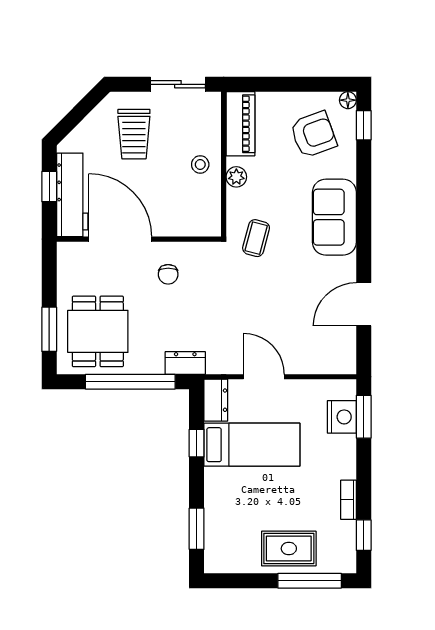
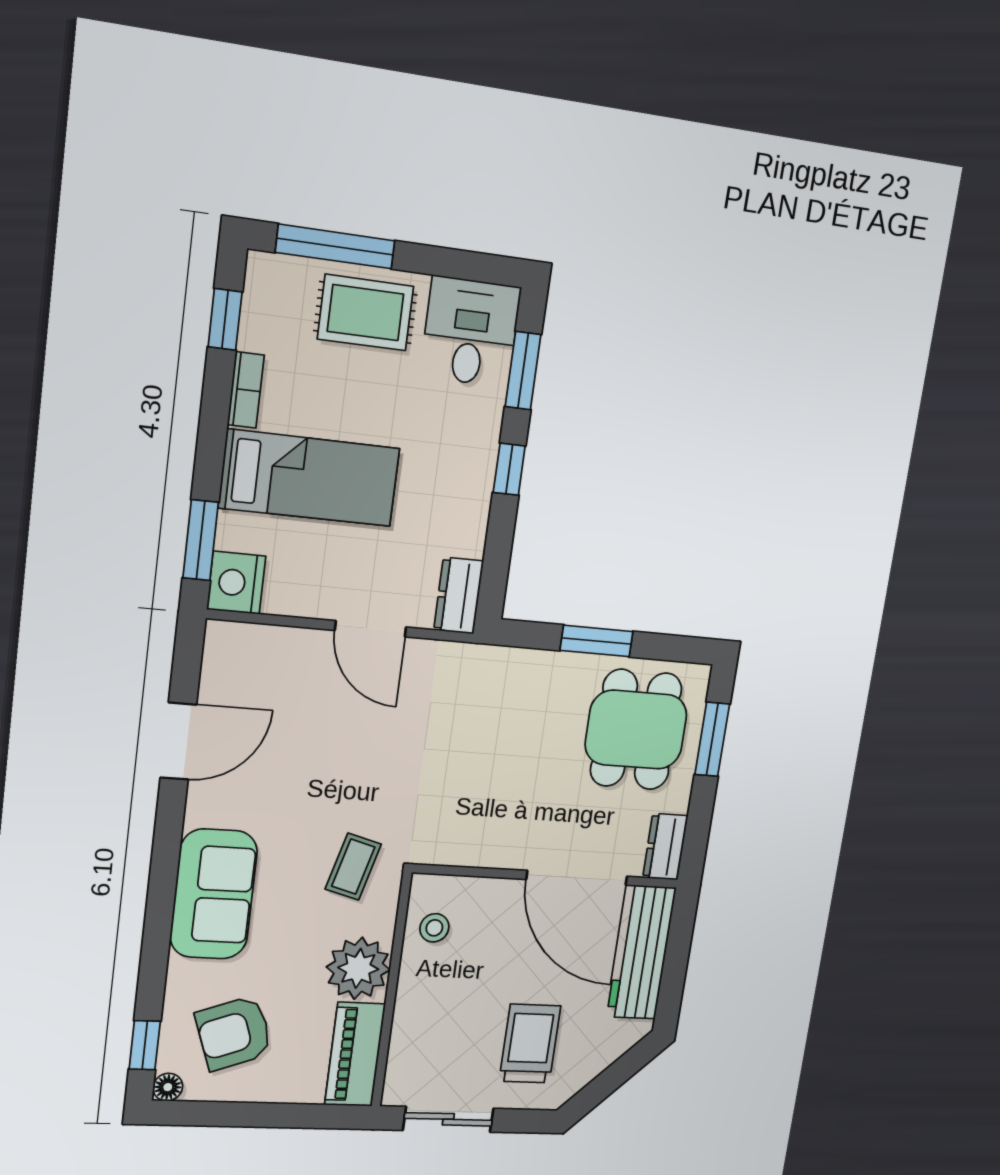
stool: (200, 164) -> (434, 928), moved
plant: (236, 177) -> (358, 968), width x1.87, depth x1.87
window: (49, 187) -> (675, 967), removed
chair: (168, 274) -> (508, 816), removed
dresser: (185, 363) -> (665, 847), moved, turned 90
window: (130, 382) -> (597, 641), width x0.47
nightstand: (342, 417) -> (236, 583), moved
window: (197, 443) -> (509, 469), moved
bed: (252, 445) -> (309, 478), moved, turned 180
desk: (229, 546) -> (470, 332), added

